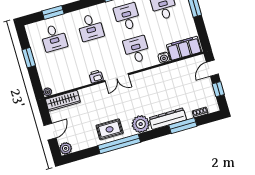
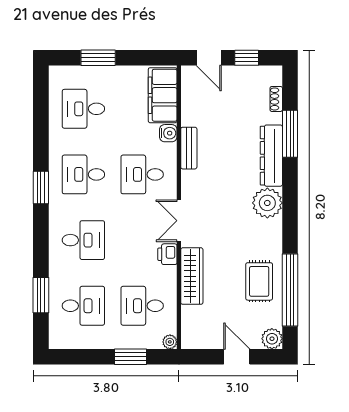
window: (29, 58) -> (130, 357), moved
desk: (63, 71) -> (142, 306), added
bench: (159, 71) -> (189, 148), added
double door: (117, 78) -> (179, 221), swing flipped
wardrobe: (63, 101) -> (192, 276), moved
rug: (110, 129) -> (259, 281), moved
window: (119, 144) -> (290, 290), moved

